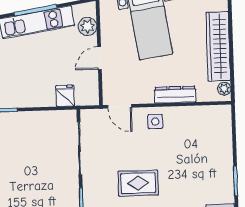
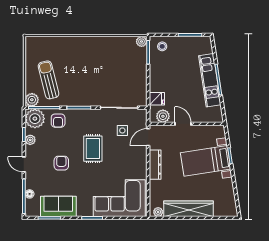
plant: (88, 26) -> (163, 116), moved
dresser: (175, 95) -> (155, 165), moved
side table: (155, 122) -> (122, 130), moved
corner sofa: (207, 144) -> (119, 198), added

